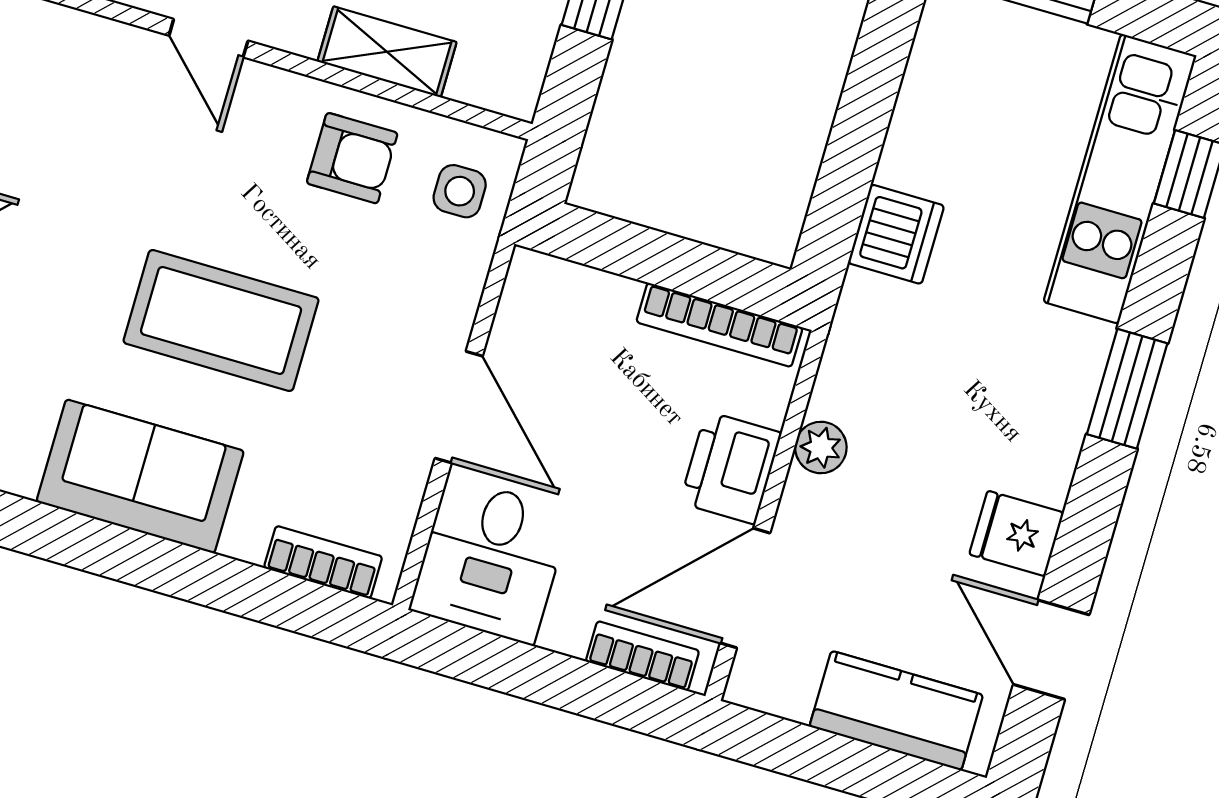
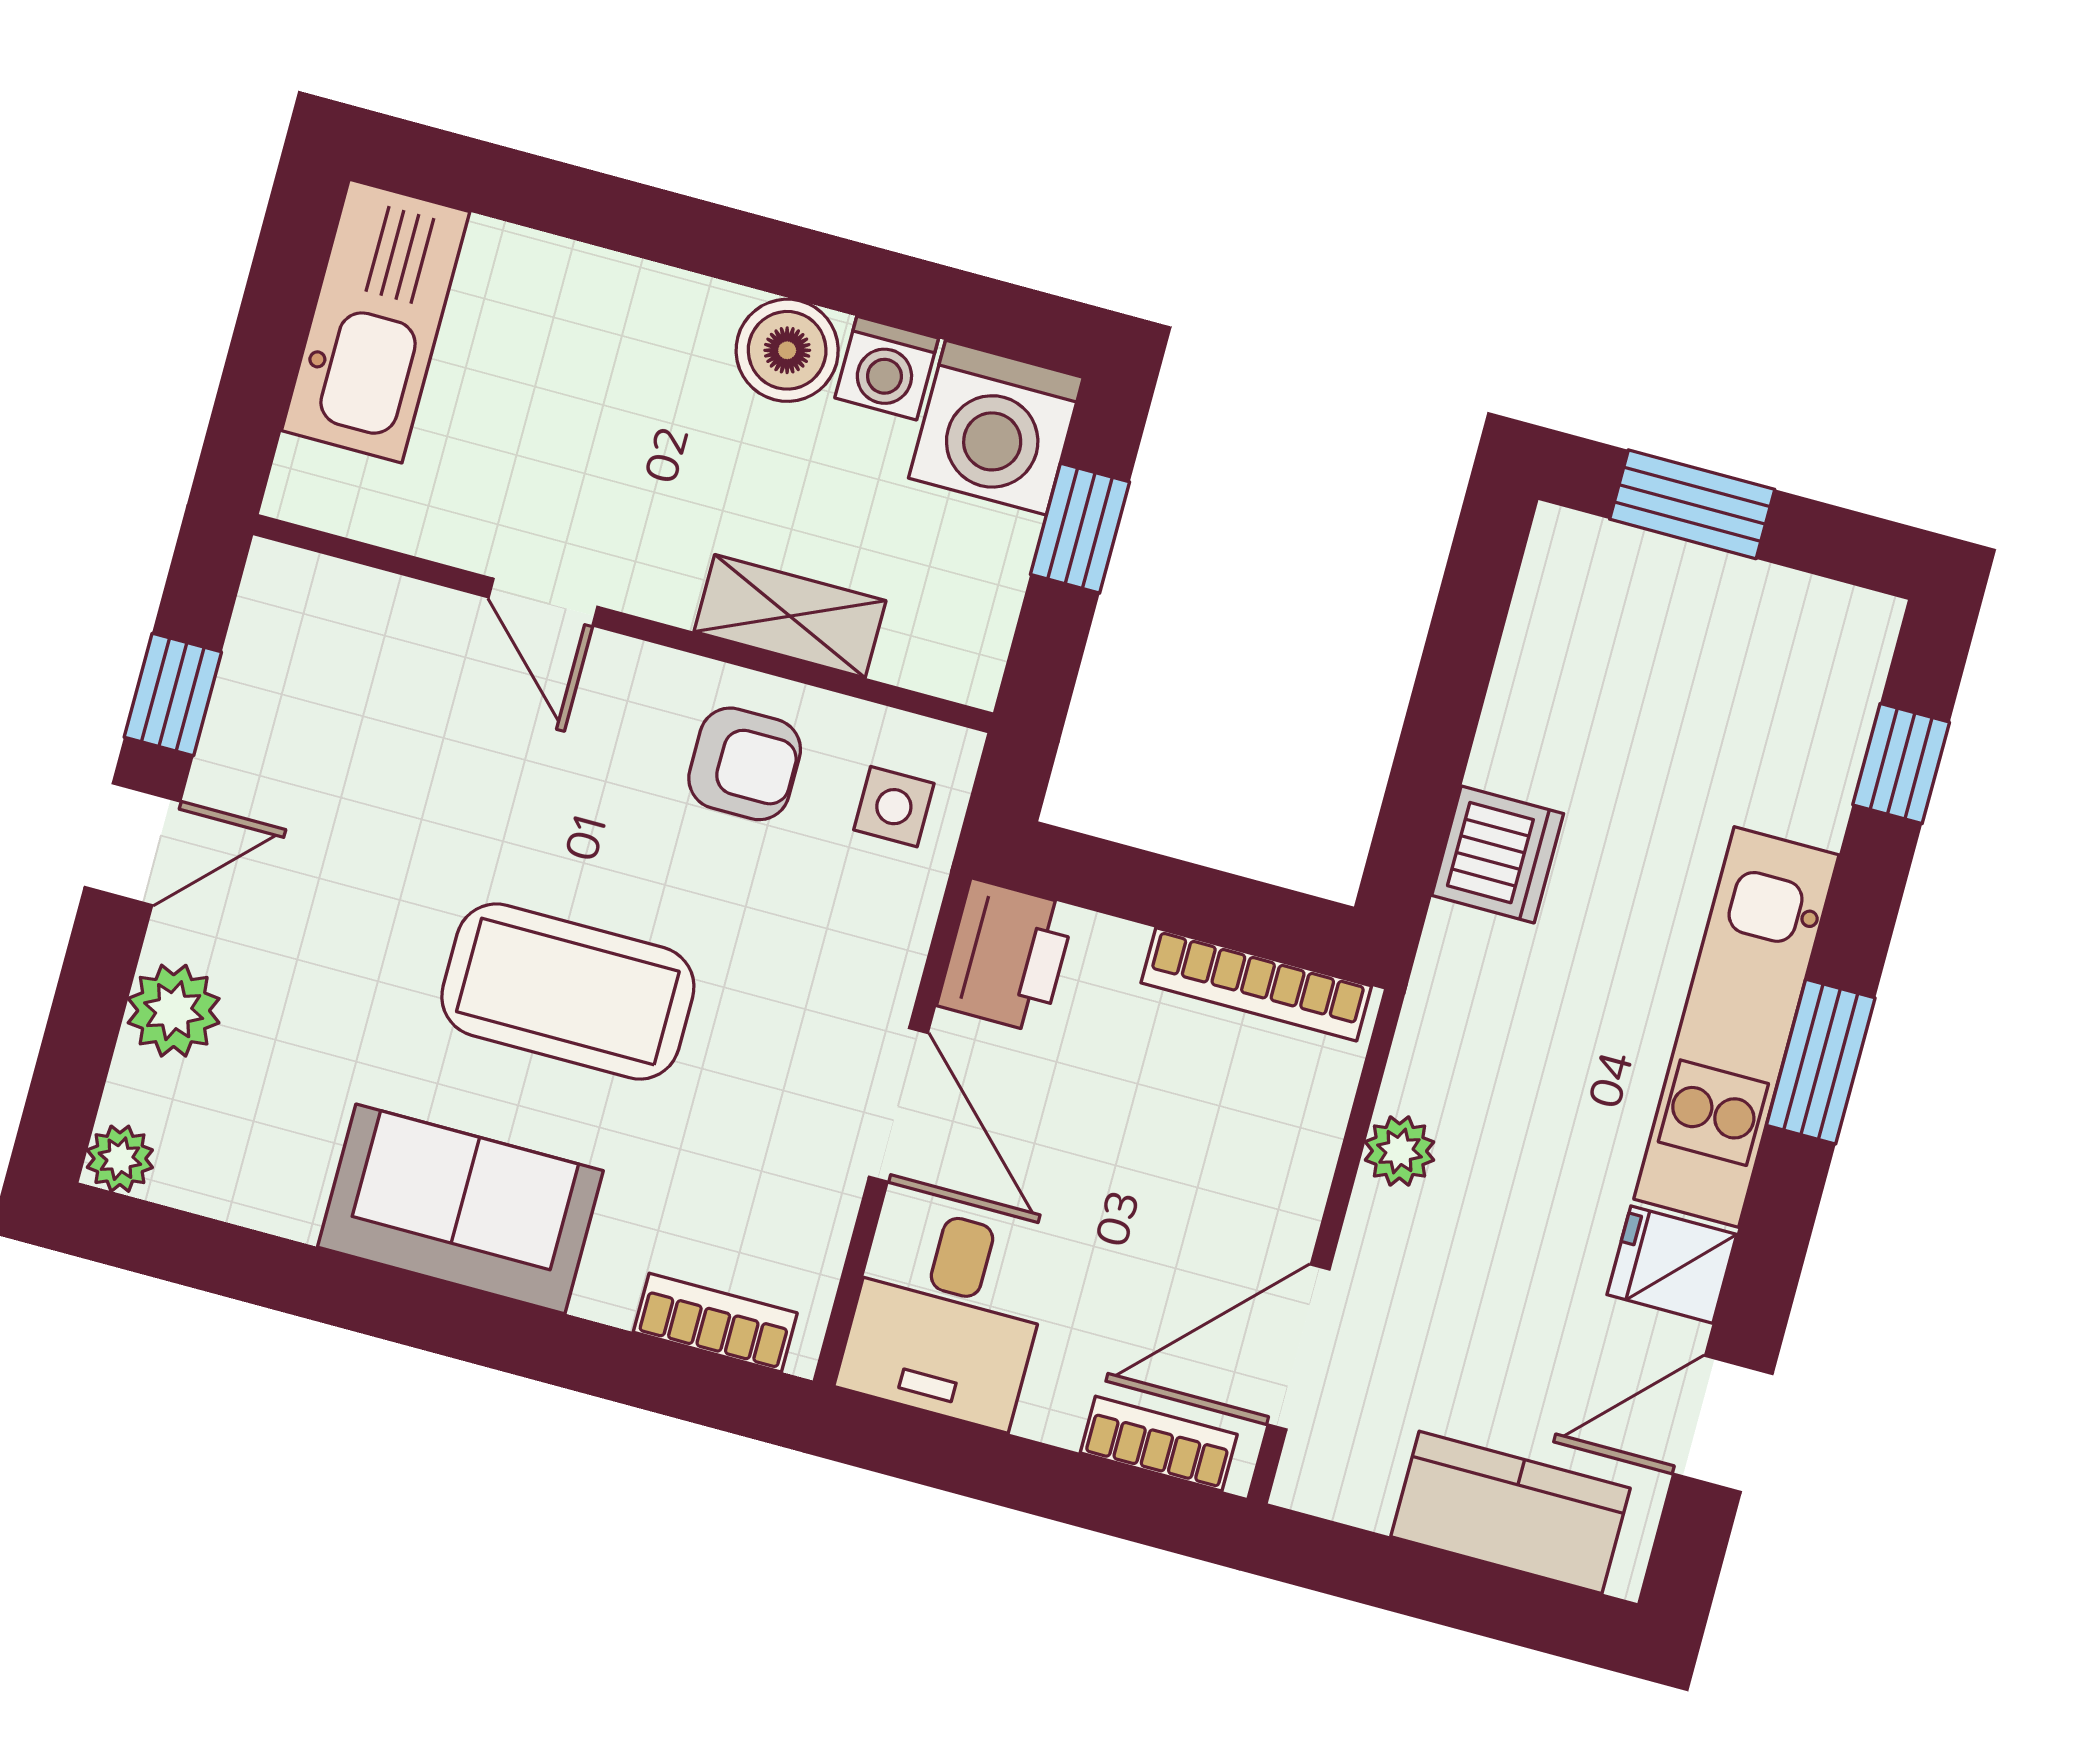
kitchen unit: (1120, 179) -> (1736, 1027), moved
printer: (731, 468) -> (1006, 956), moved, turned 180
door: (1051, 650) -> (1723, 1424), hinge flipped

